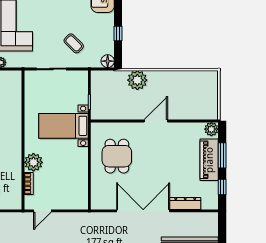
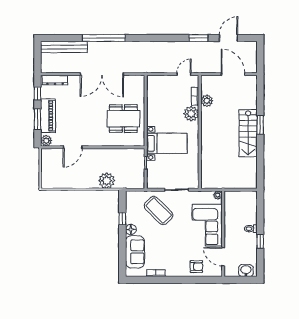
coffee table: (74, 43) -> (158, 211), width x1.86, depth x1.72
floor lamp: (108, 61) -> (131, 229), moved
door: (156, 121) -> (73, 147), moved
dining table: (117, 156) -> (123, 119), width x1.38
plant: (14, 178) -> (207, 101), added
dresser: (185, 203) -> (55, 80), moved

